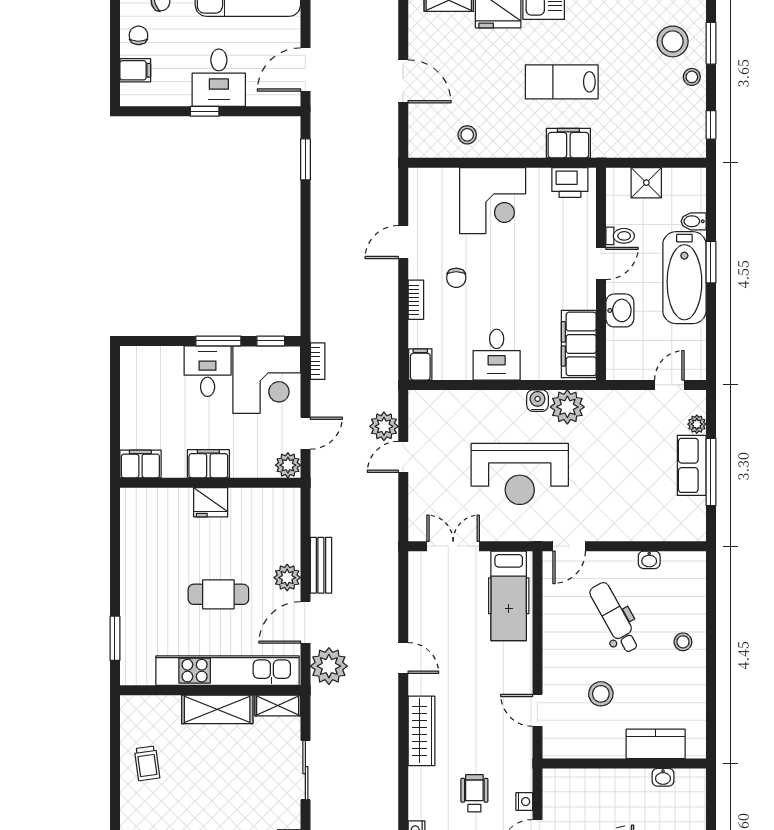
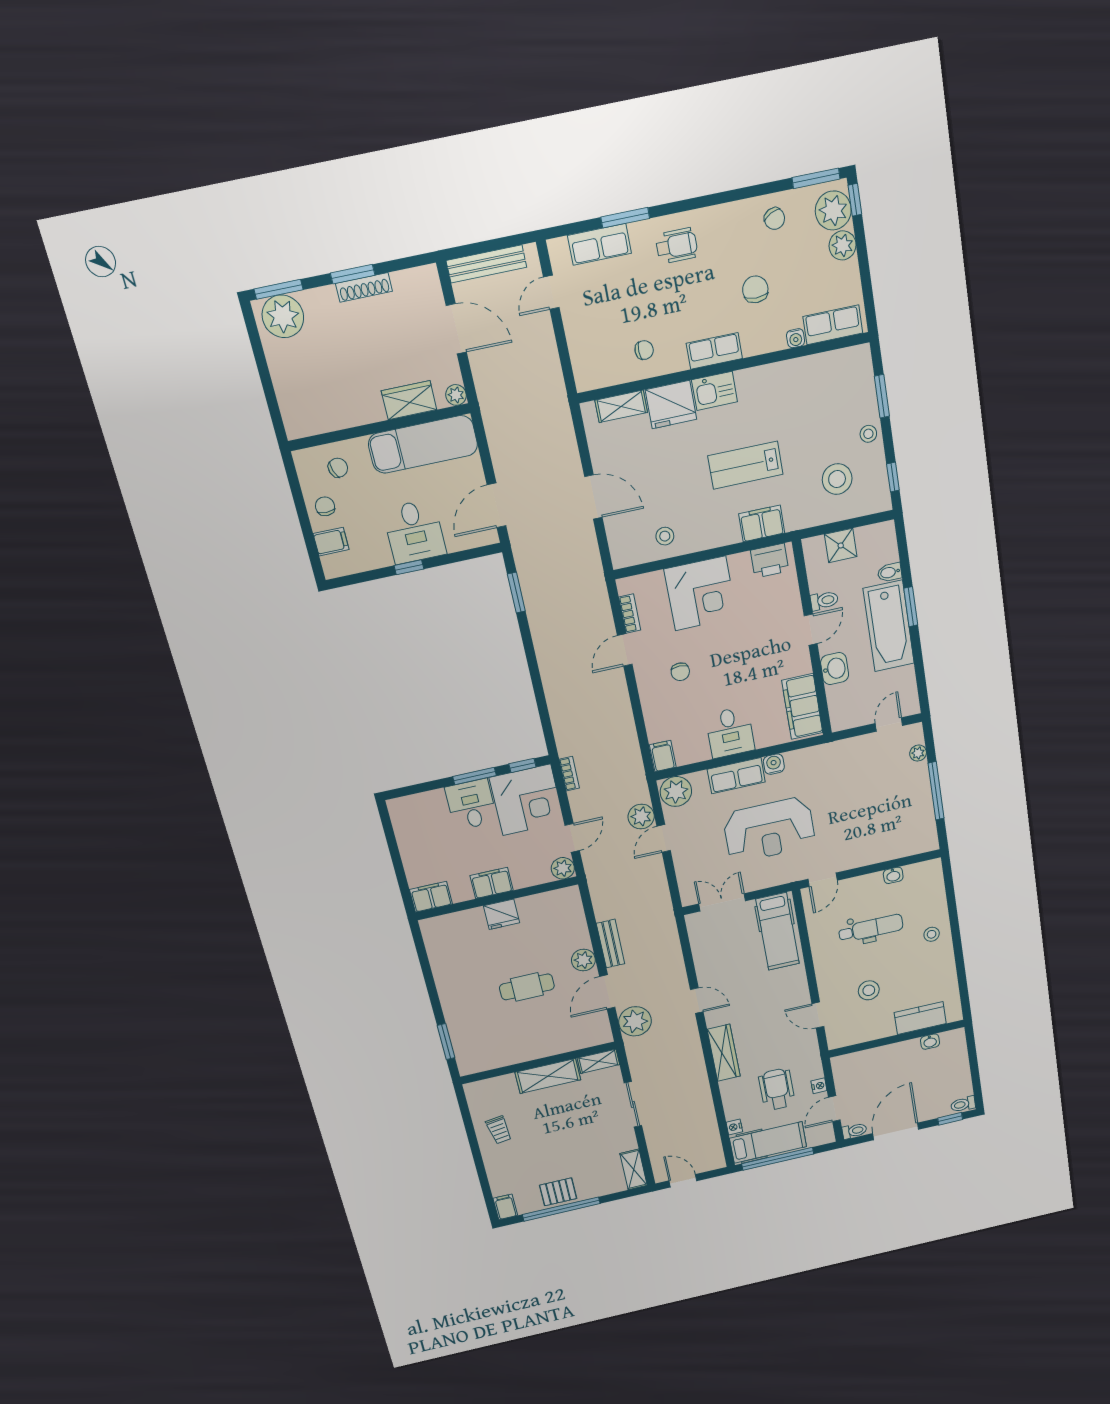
stool: (673, 41) -> (837, 479), moved
bookcase: (416, 300) -> (630, 614), moved
plant: (567, 407) -> (676, 791), moved
row of seats: (692, 465) -> (736, 776), moved, turned -90
dental chair: (615, 618) -> (871, 928), turned 119
kitchen unit: (227, 671) -> (549, 1045), removed
wheelchair: (474, 793) -> (777, 1089), width x1.36, depth x1.37

